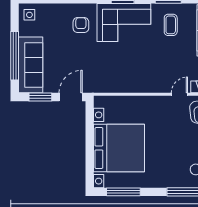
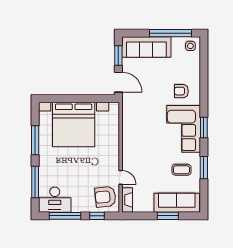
armchair: (81, 25) -> (181, 91), turned 180
window: (15, 56) -> (170, 33), moved
window: (123, 192) -> (35, 140), moved

